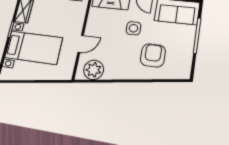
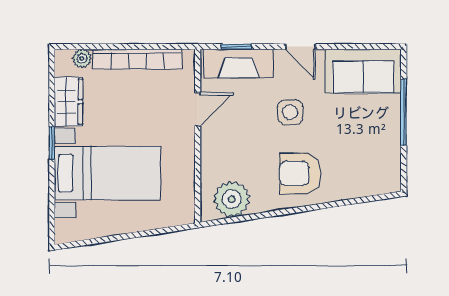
door: (81, 44) -> (198, 109), moved
armchair: (153, 55) -> (300, 173), moved, turned -90

